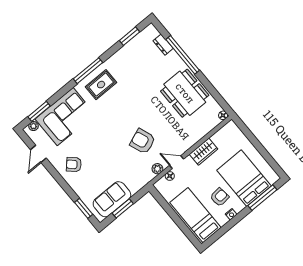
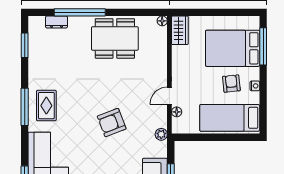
armchair: (143, 141) -> (112, 123), moved
wardrobe: (204, 152) -> (180, 30), moved
plant: (157, 169) -> (161, 134), moved

